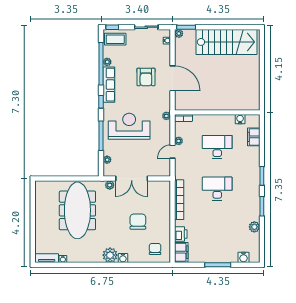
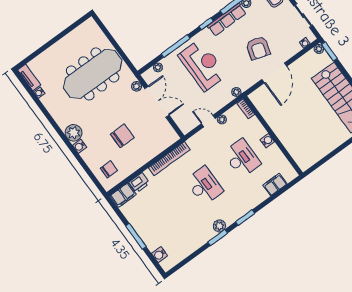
armchair: (146, 77) -> (258, 48), turned -73
water cooler: (240, 119) -> (267, 141), moved
double door: (132, 179) -> (157, 102), swing flipped
plant: (254, 227) -> (219, 226), moved

